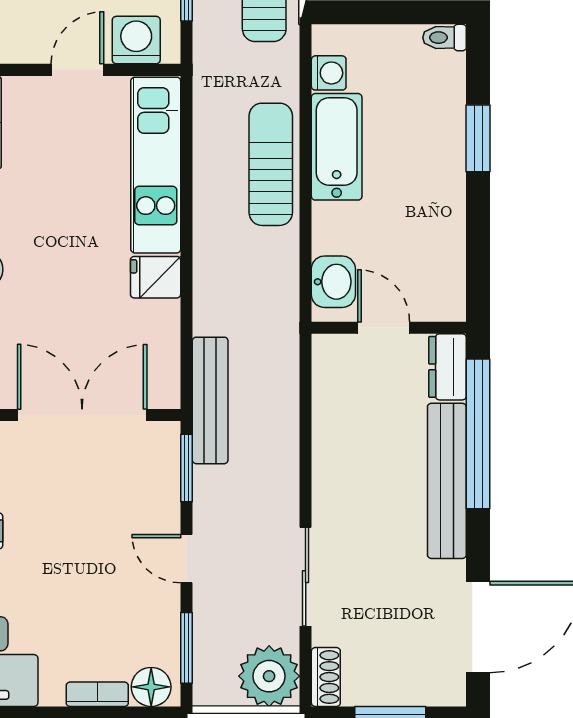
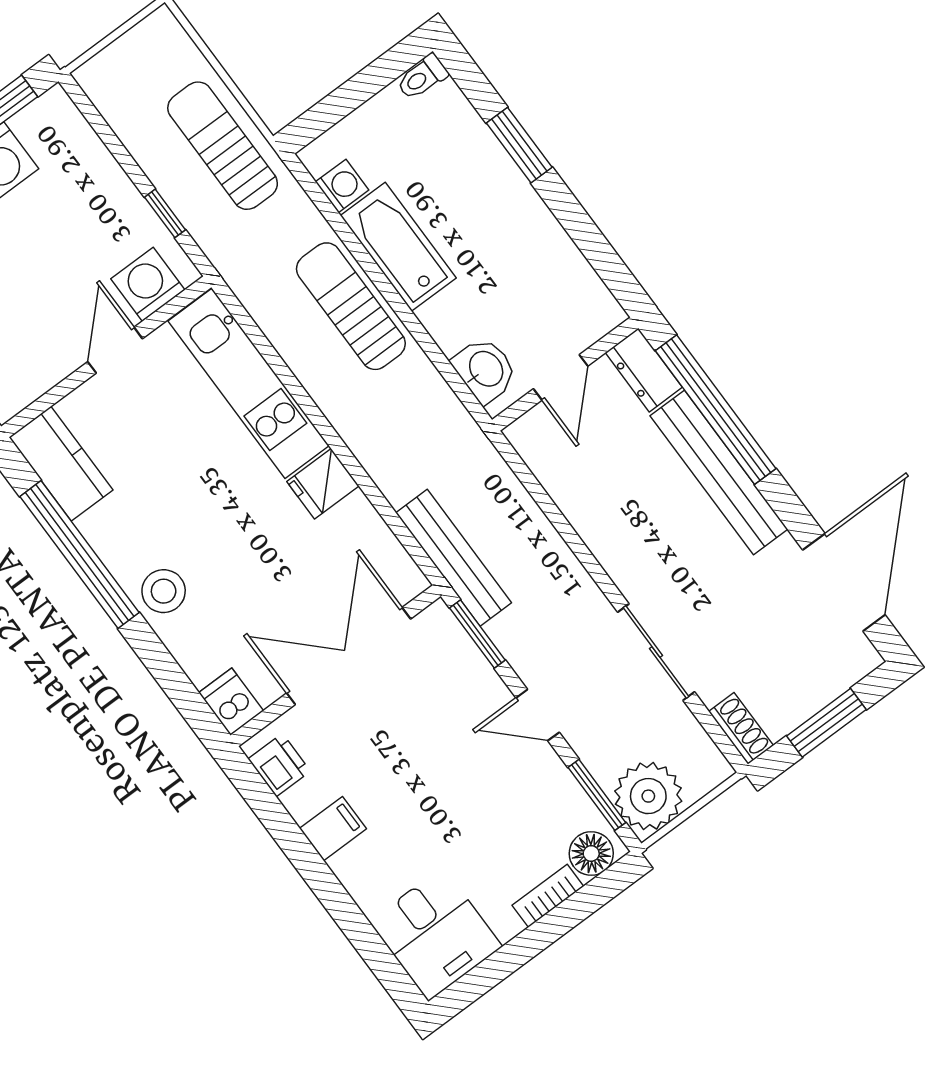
door: (384, 328) -> (561, 377), swing flipped
plant: (269, 676) -> (648, 796), moved

